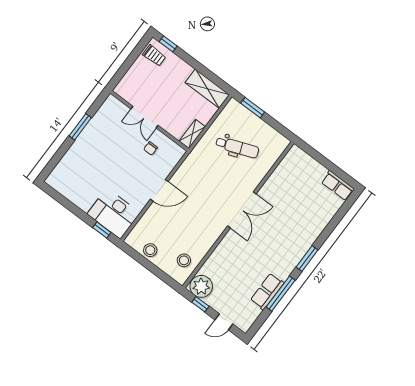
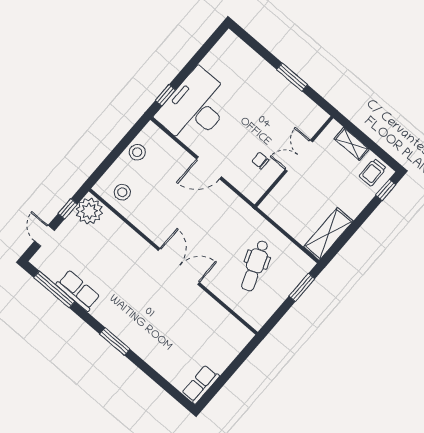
shelving: (192, 134) -> (352, 144), moved
door: (159, 190) -> (209, 168), hinge flipped
double door: (242, 210) -> (179, 266), swing flipped
desk: (114, 214) -> (195, 108), width x1.36, depth x1.30
window: (281, 294) -> (54, 289), moved

